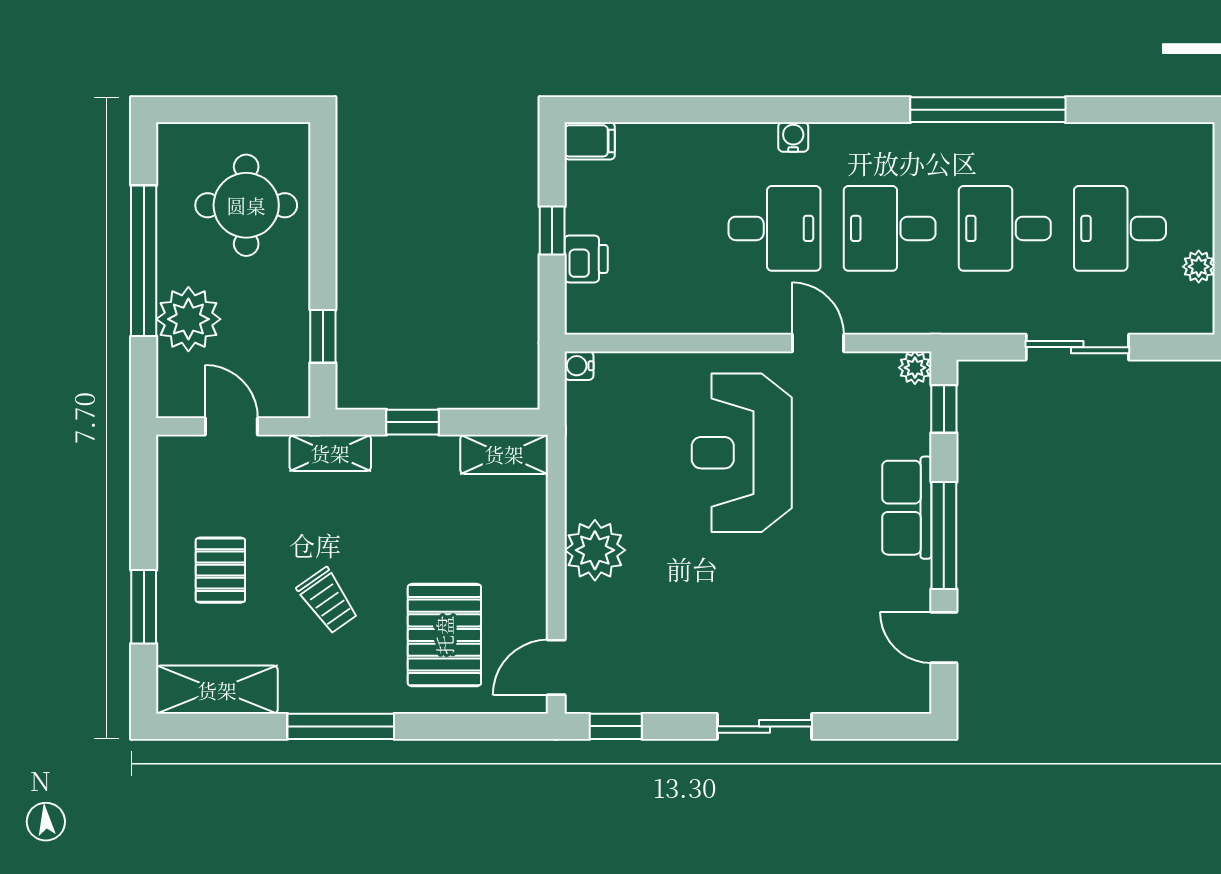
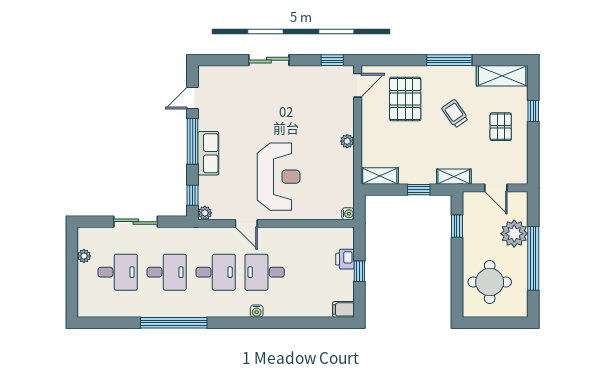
plant: (595, 550) -> (347, 141), width x0.53, depth x0.53
window: (144, 607) -> (533, 111), width x0.67
door: (944, 638) -> (193, 98), swing flipped

